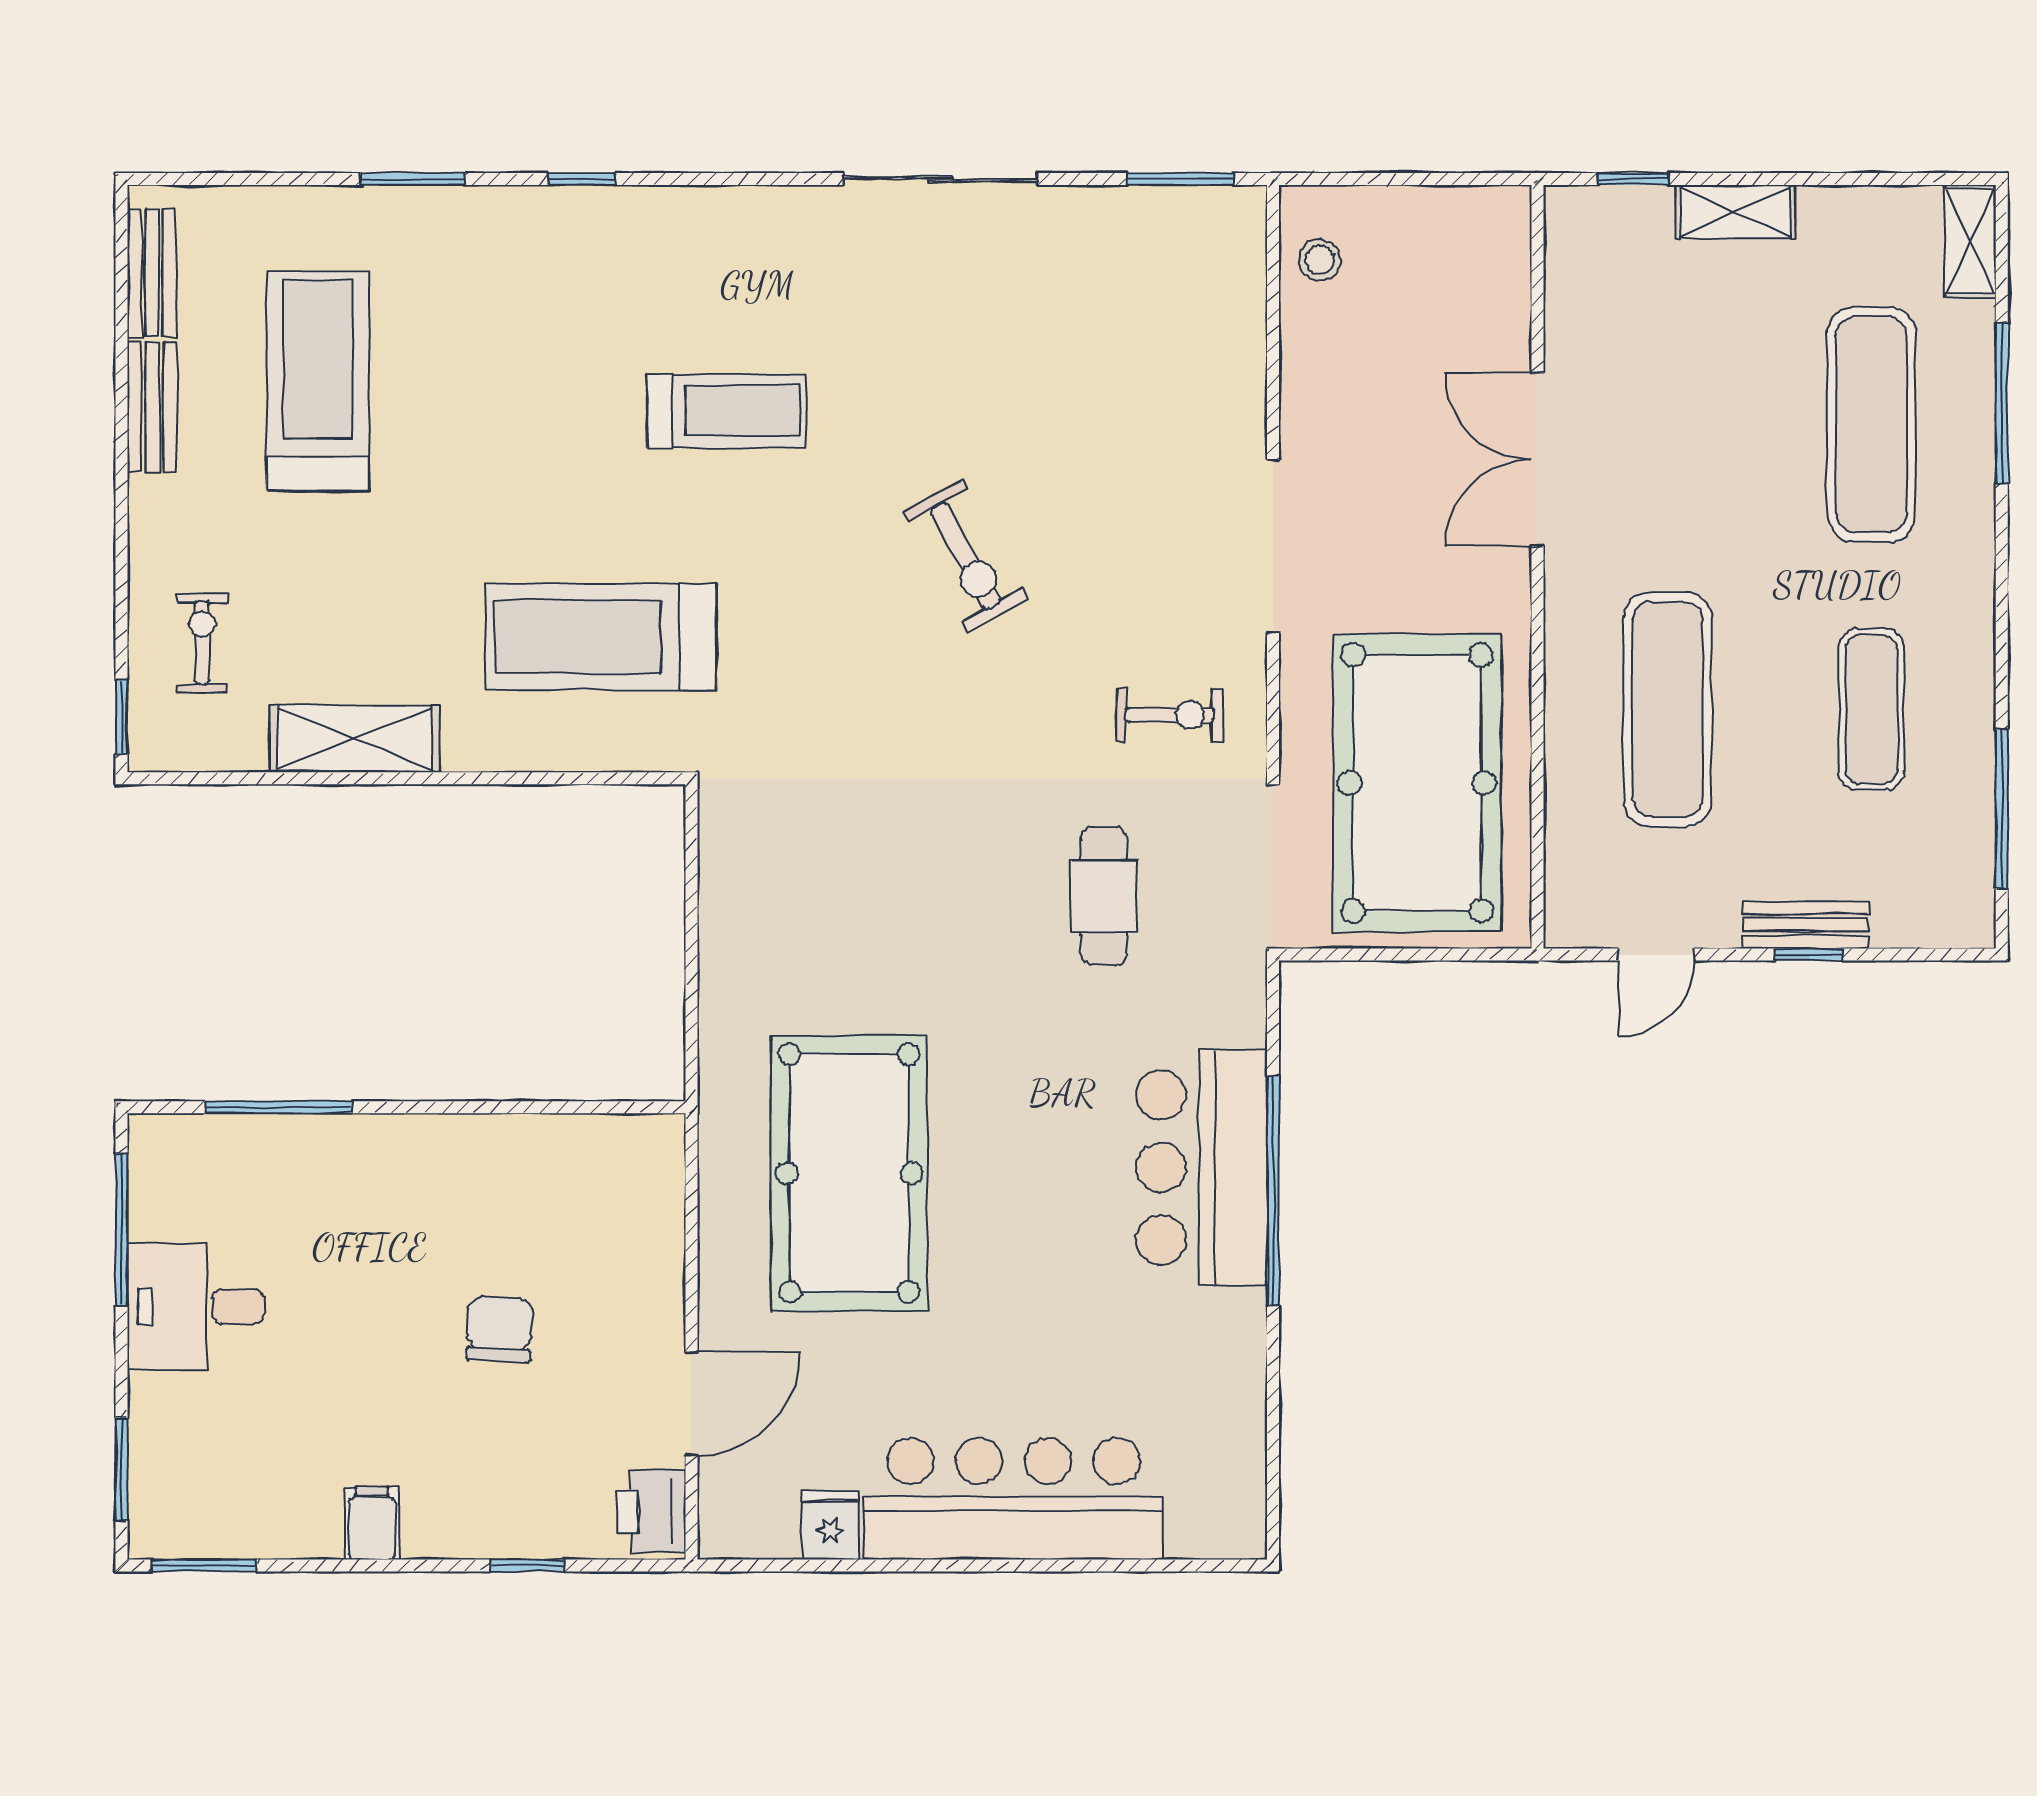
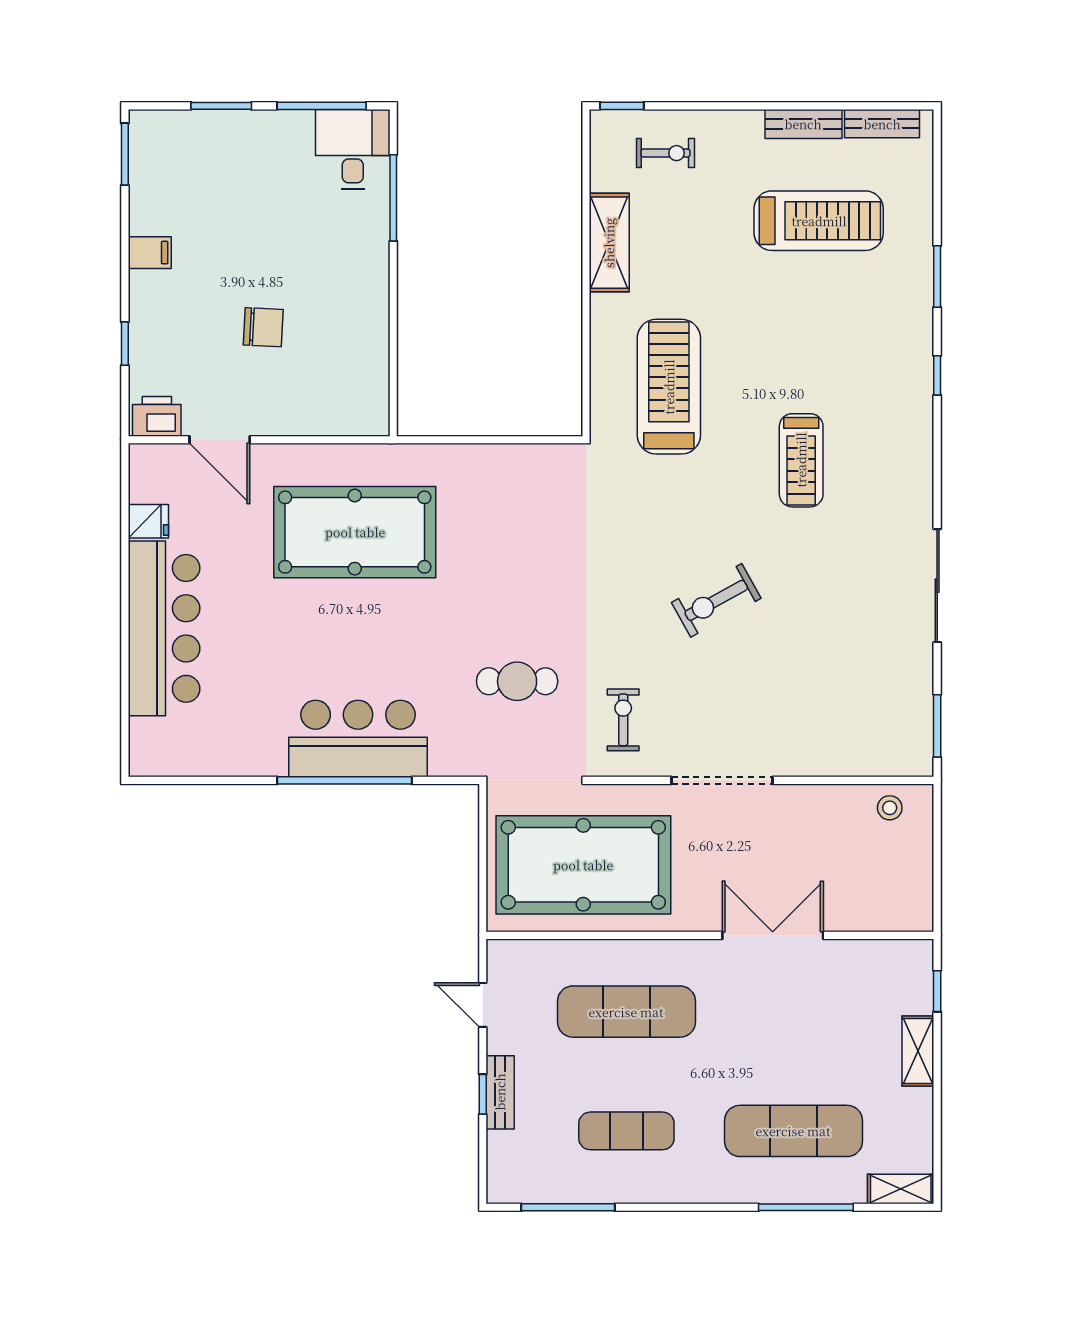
exercise bike: (1170, 715) -> (623, 720), turned 180
desk: (196, 1306) -> (353, 149), moved
window: (122, 1469) -> (221, 106), moved

